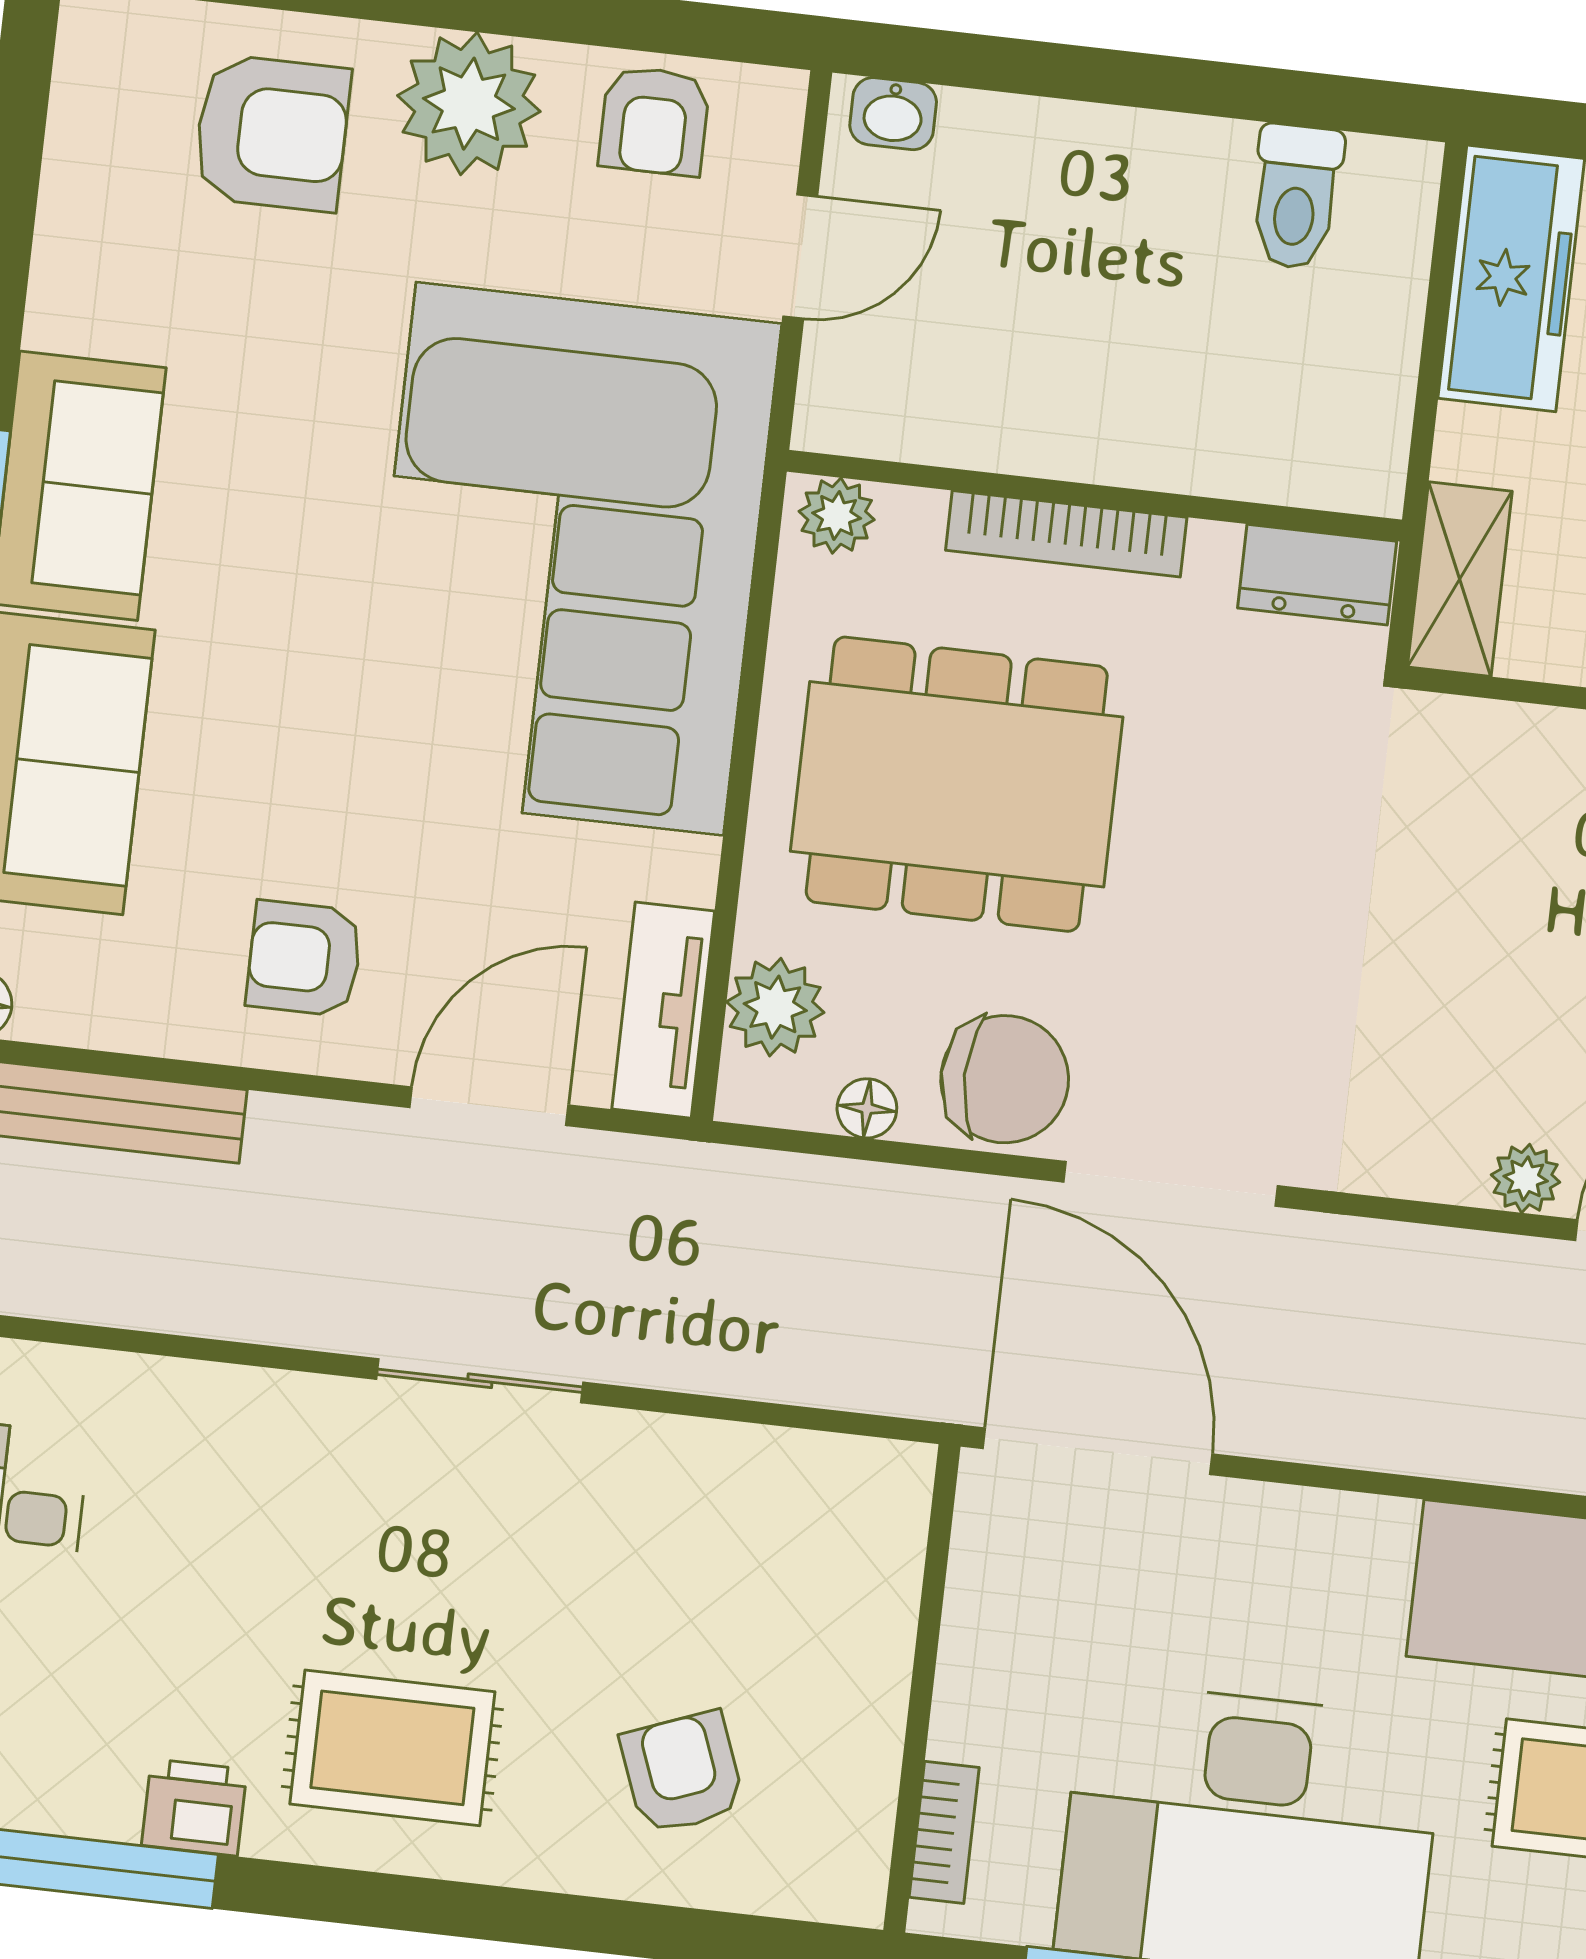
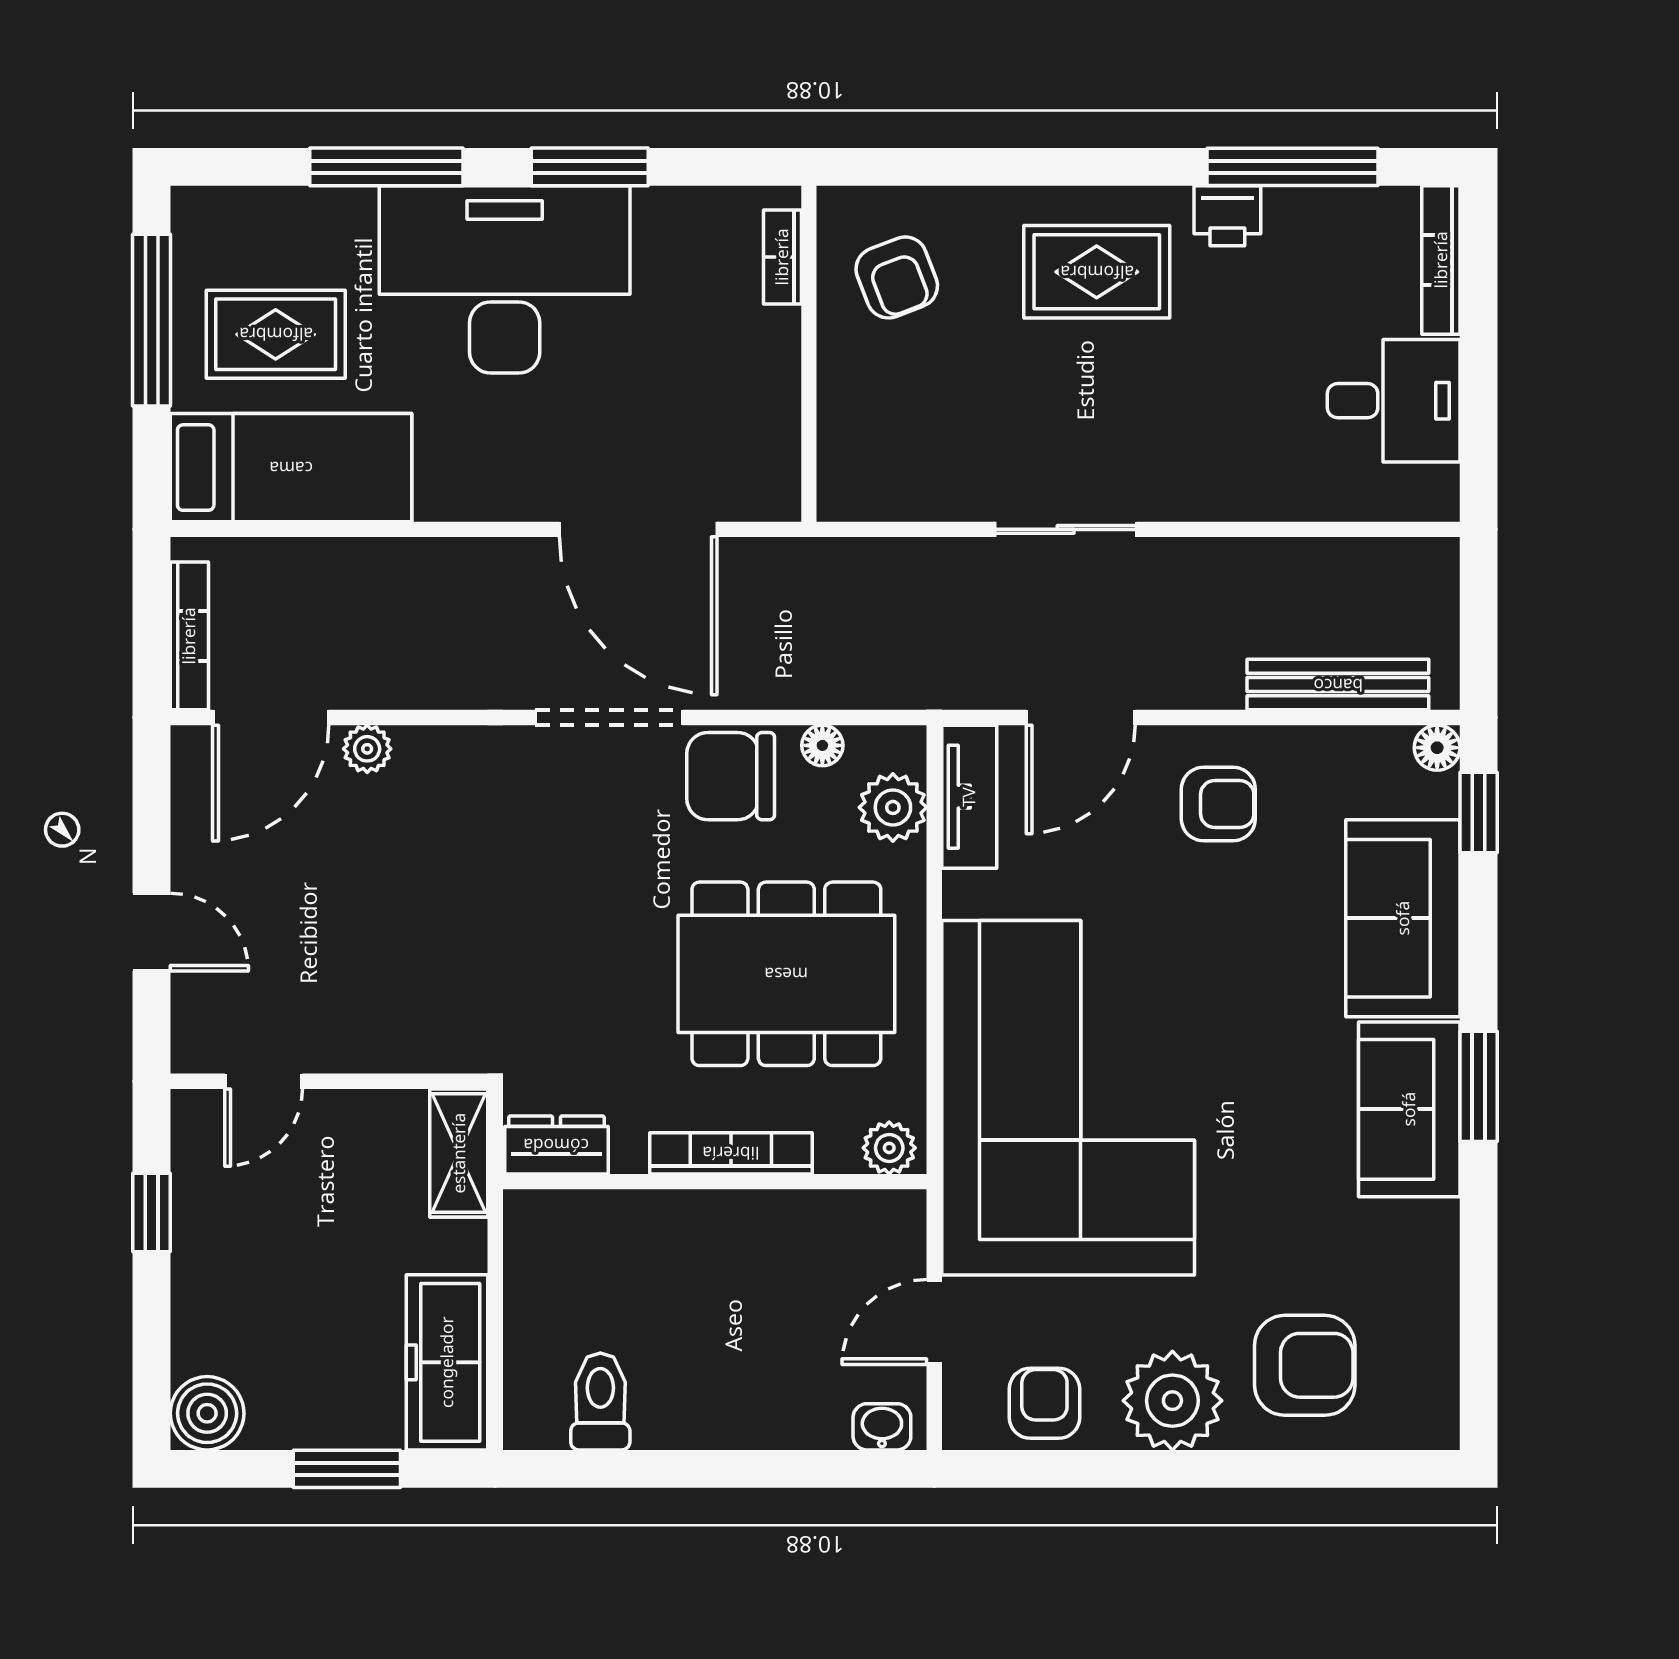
armchair: (272, 133) -> (1305, 1365), turned 180
wall: (922, 1688) -> (809, 354), moved
bookcase: (944, 1832) -> (782, 257), moved

